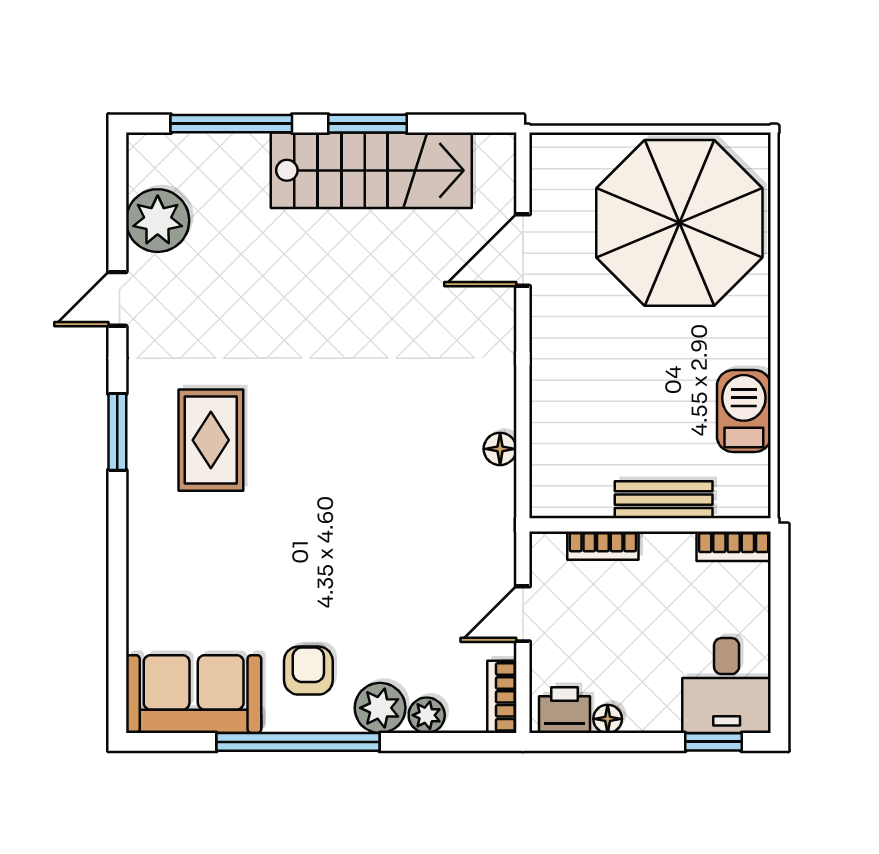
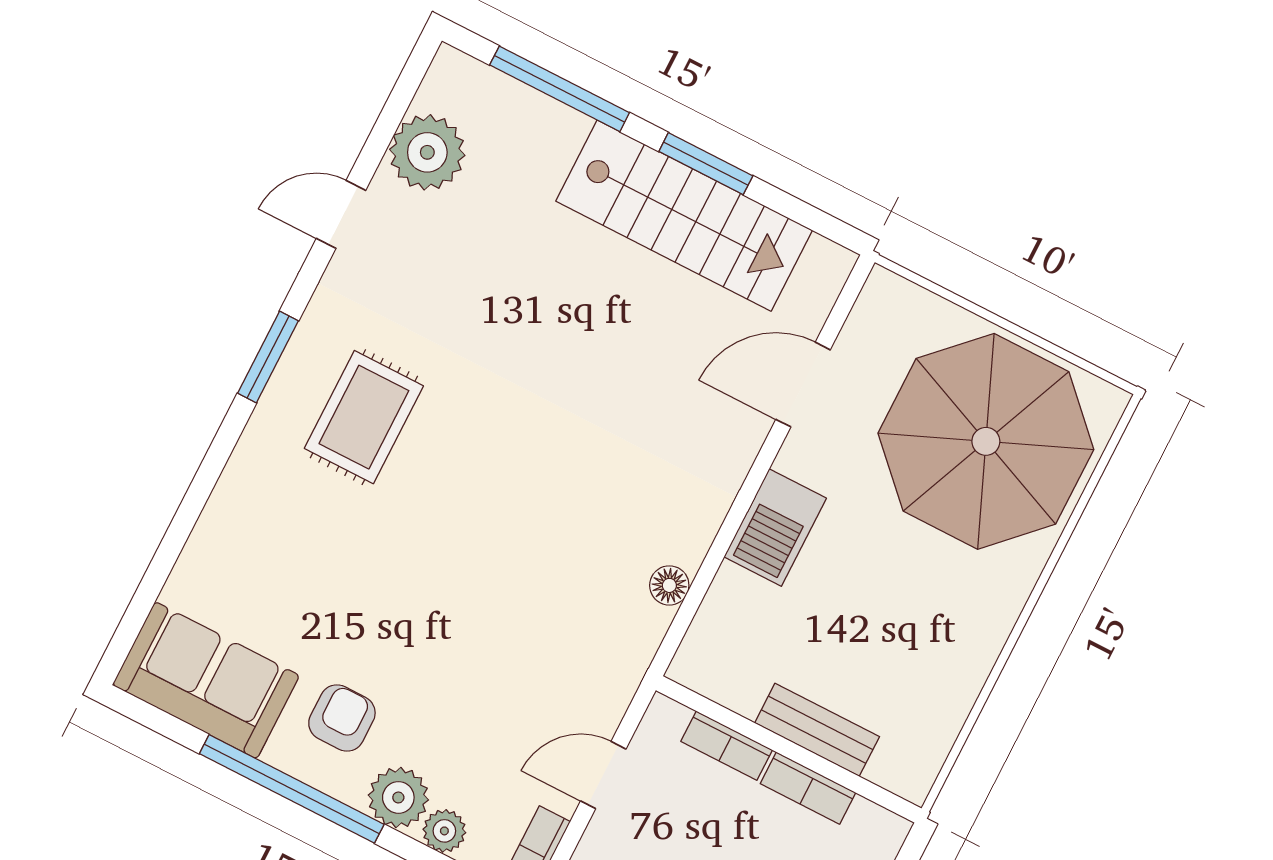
barbecue: (744, 411) -> (775, 528), moved, turned 180
bookcase: (734, 546) -> (808, 788), moved

